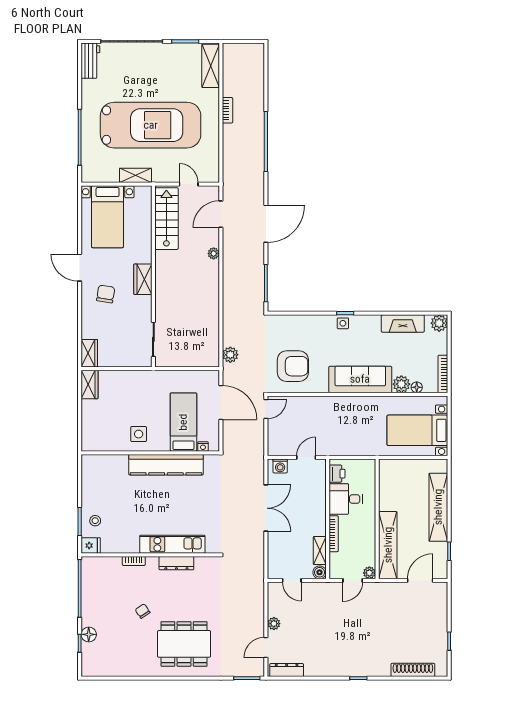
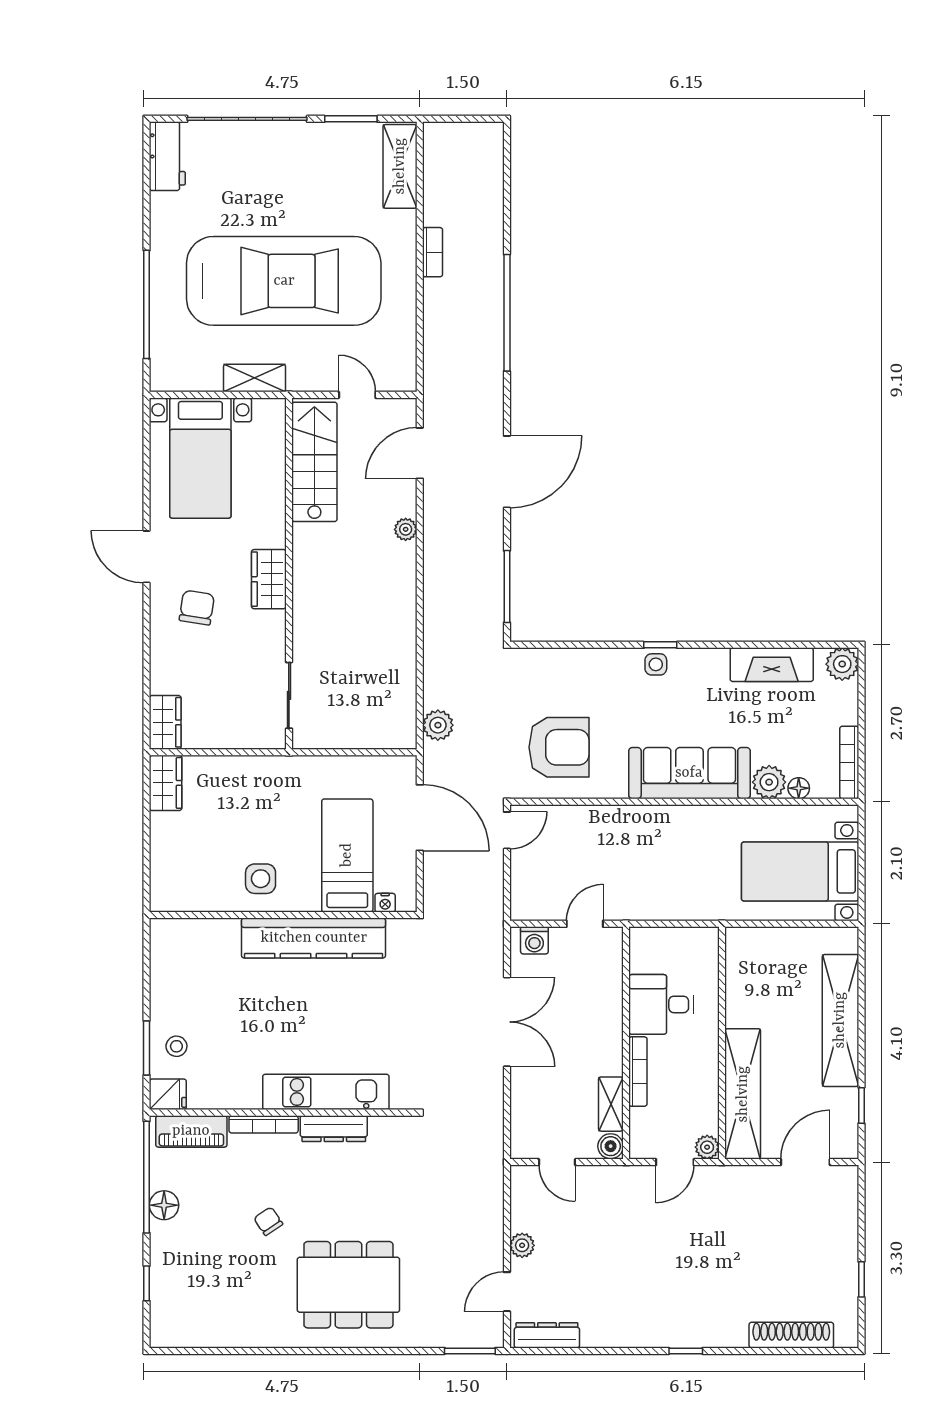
printer: (337, 474) -> (644, 955), removed
bookcase: (134, 561) -> (264, 1124), width x1.56
piano: (103, 565) -> (191, 1131), added
floor lamp: (89, 634) -> (164, 1205), moved

